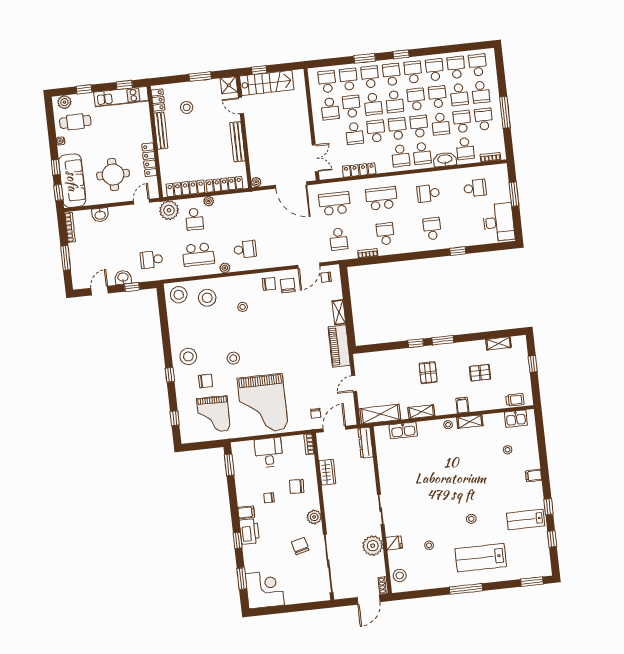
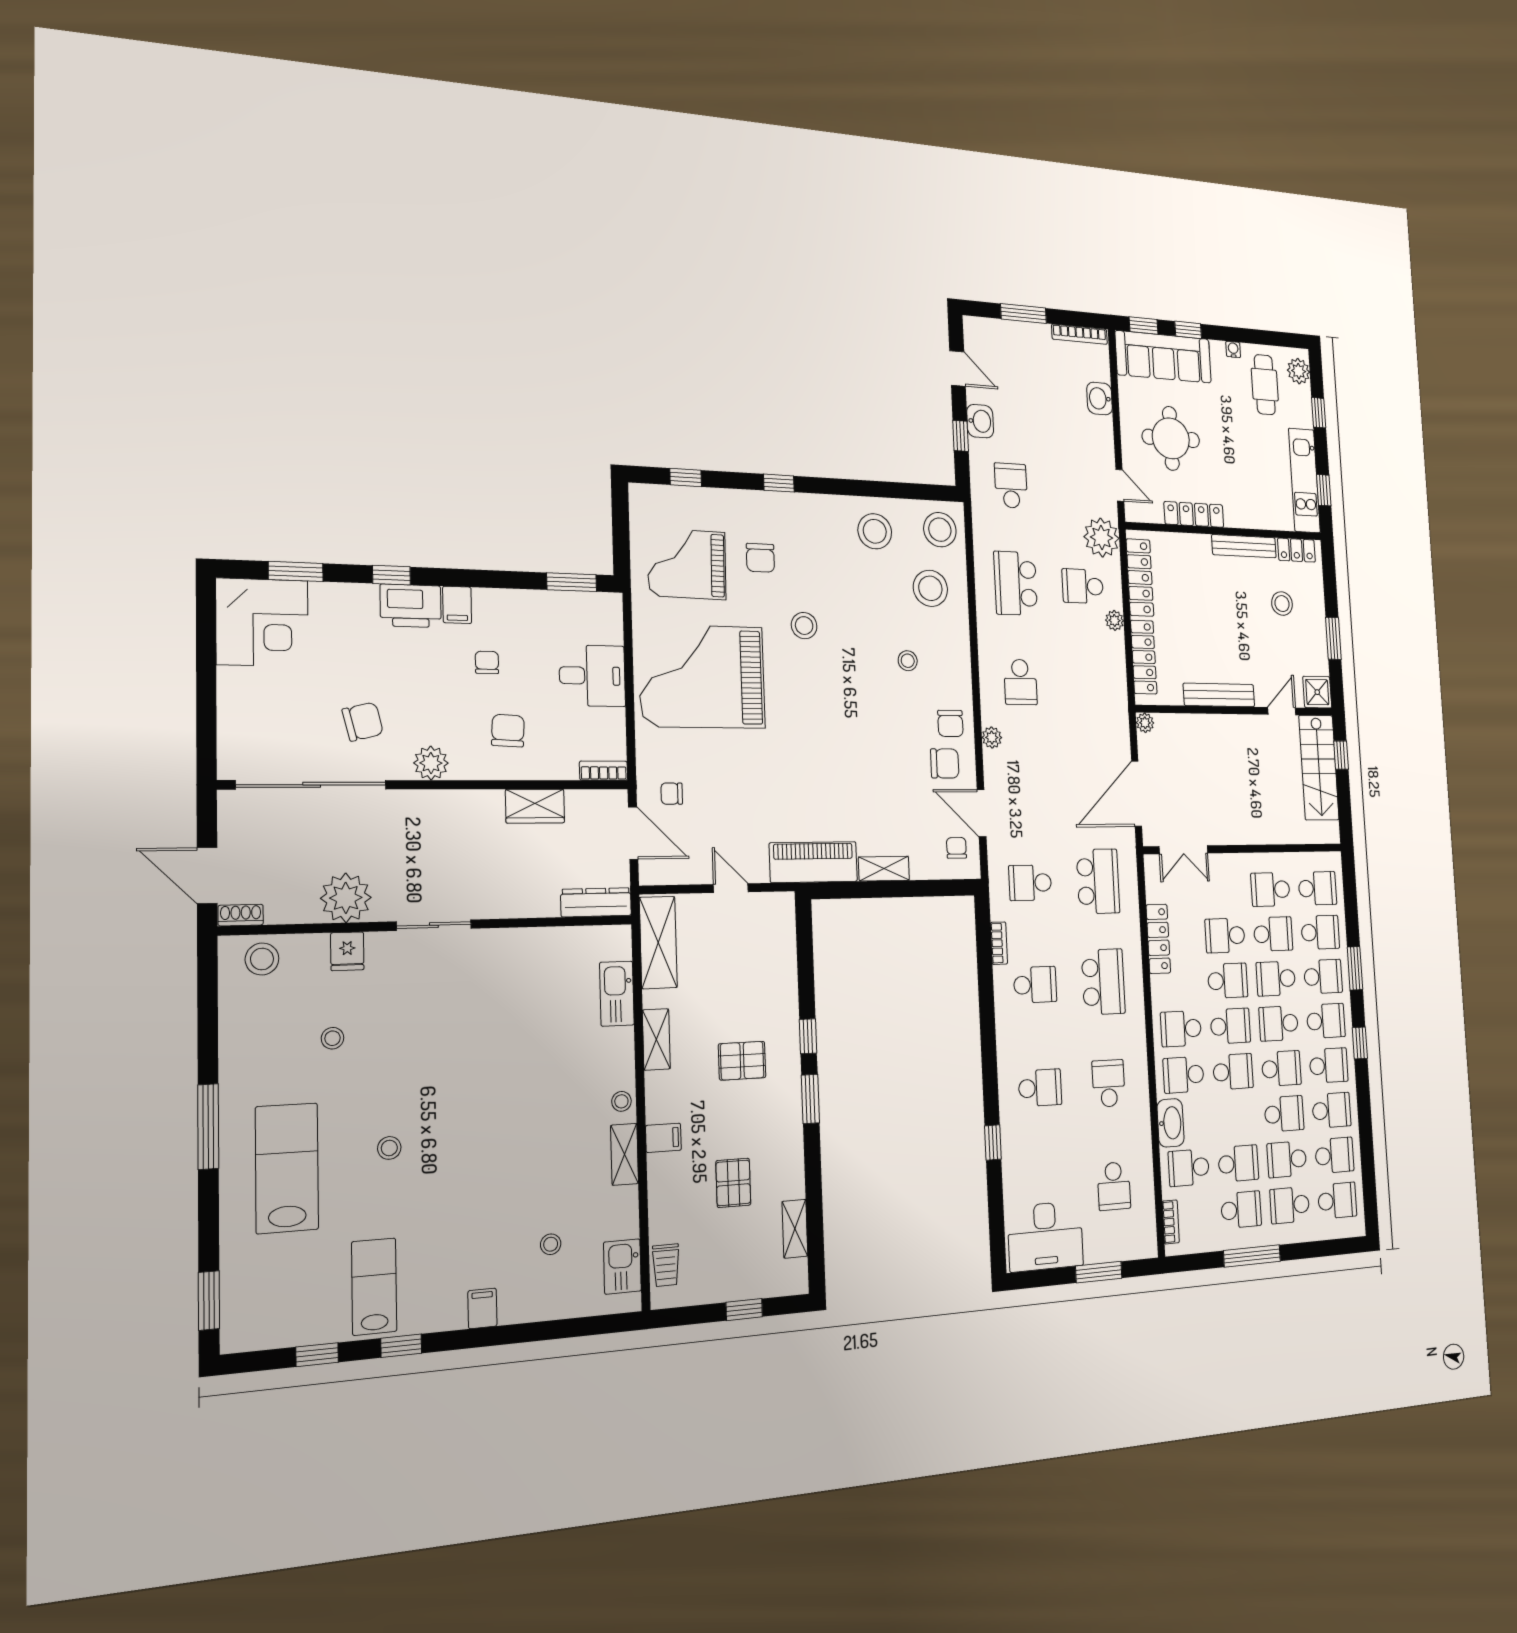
school desk: (441, 124) -> (1236, 1117), removed
plant: (225, 268) -> (992, 738), moved
stool: (188, 356) -> (875, 531), moved

